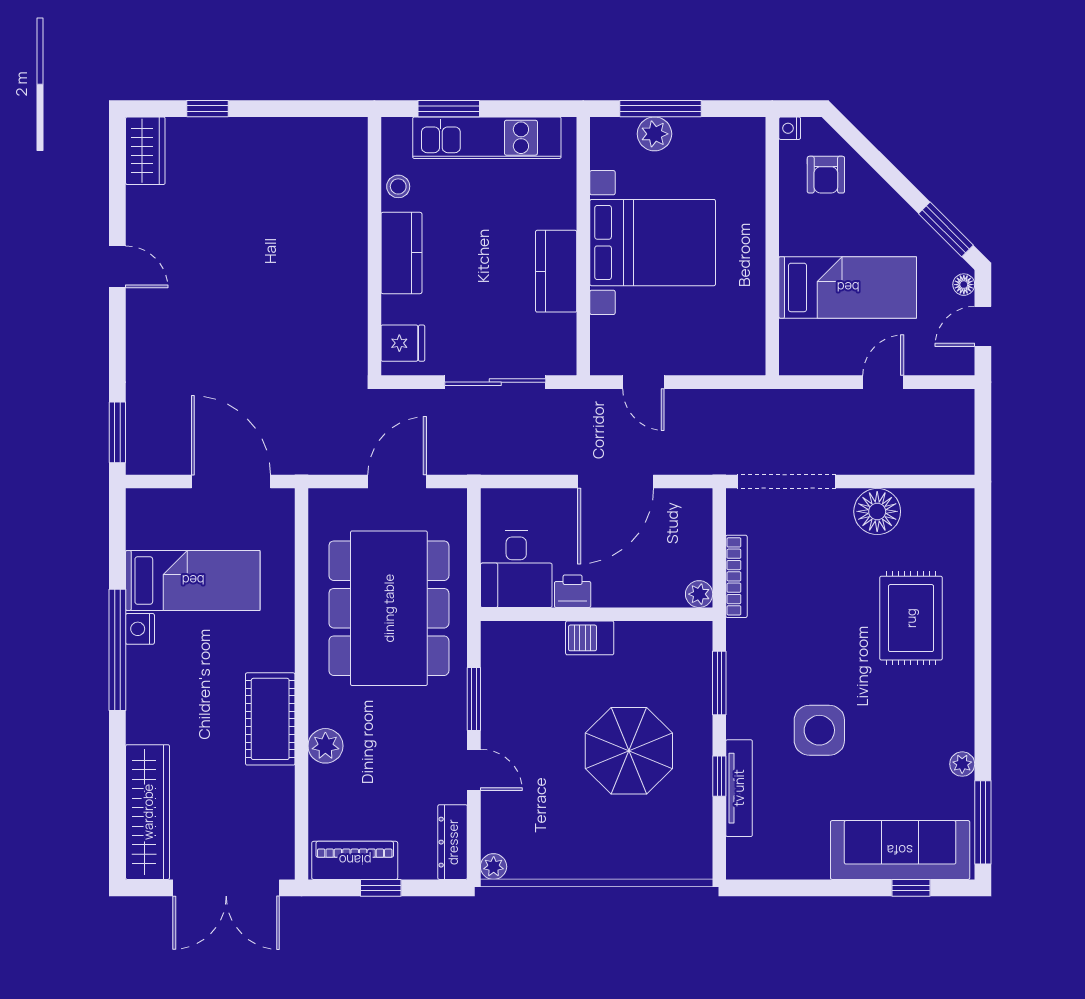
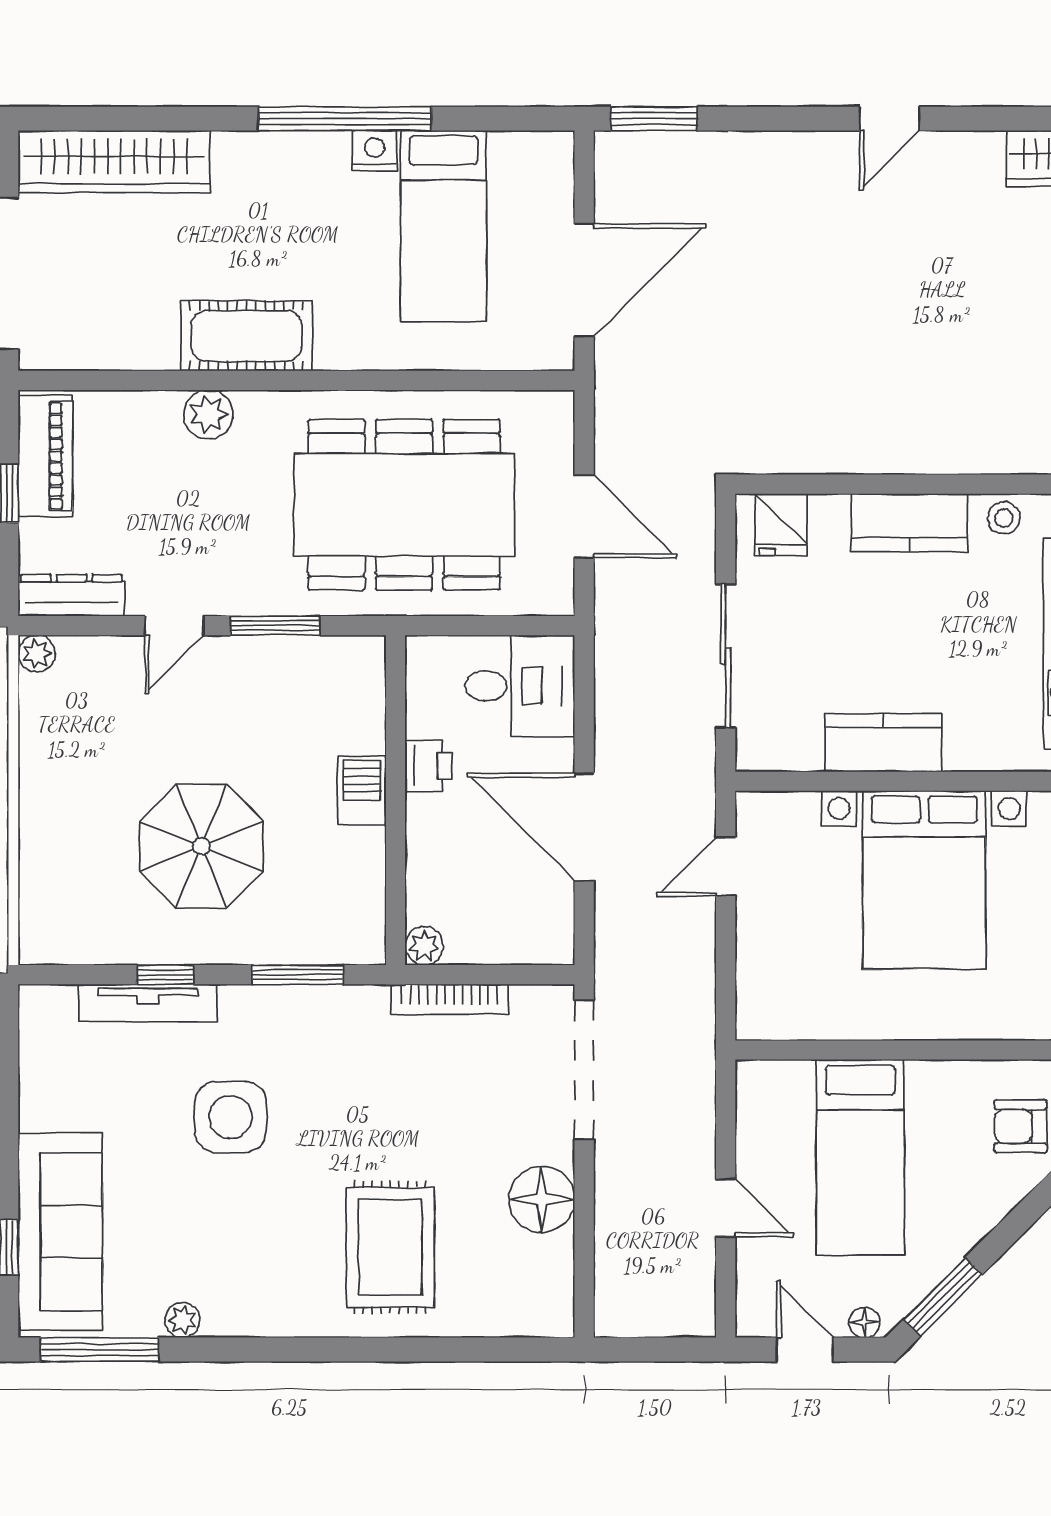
desk: (516, 569) -> (520, 686), moved, turned 180
rug: (911, 618) -> (390, 1247), turned 90

